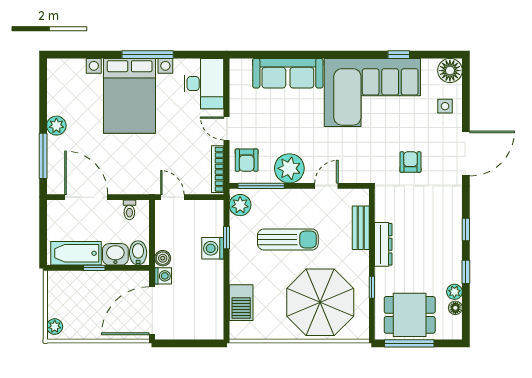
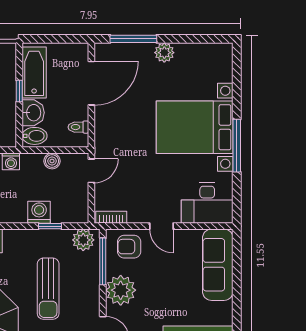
sofa: (288, 73) -> (218, 265), moved
door: (227, 128) -> (161, 226), swing flipped
bookcase: (218, 169) -> (111, 217), width x0.64
boiler: (163, 258) -> (52, 161), moved

